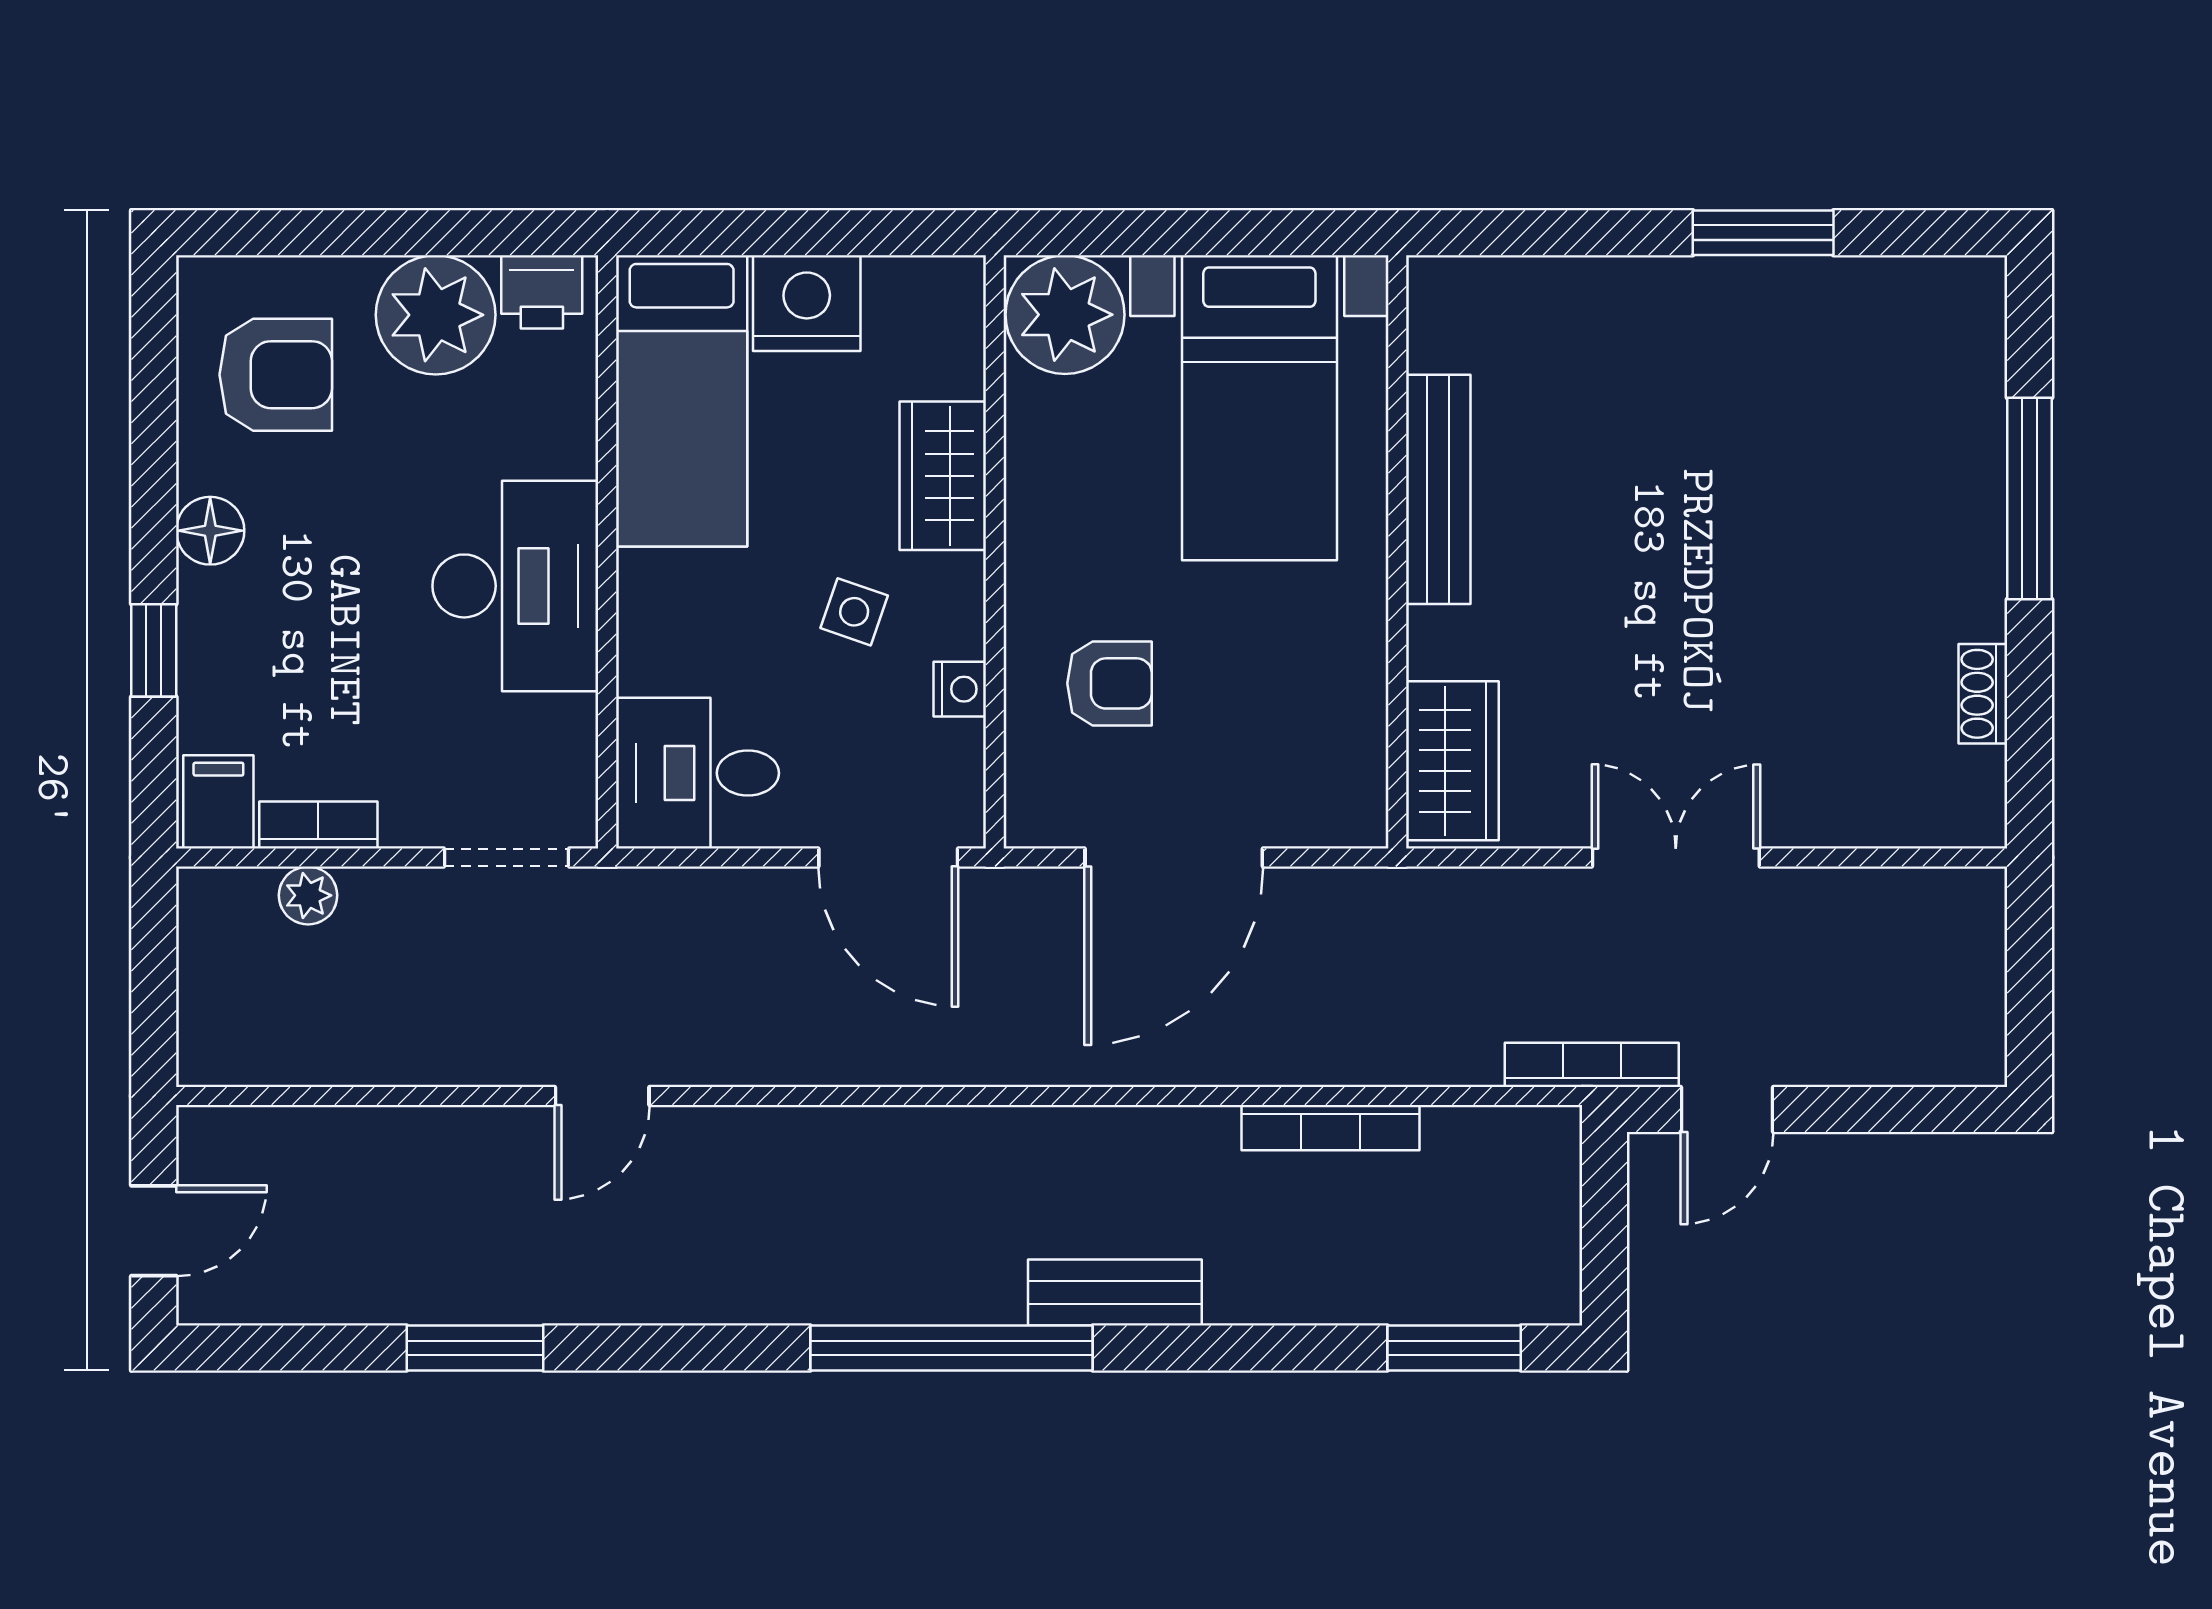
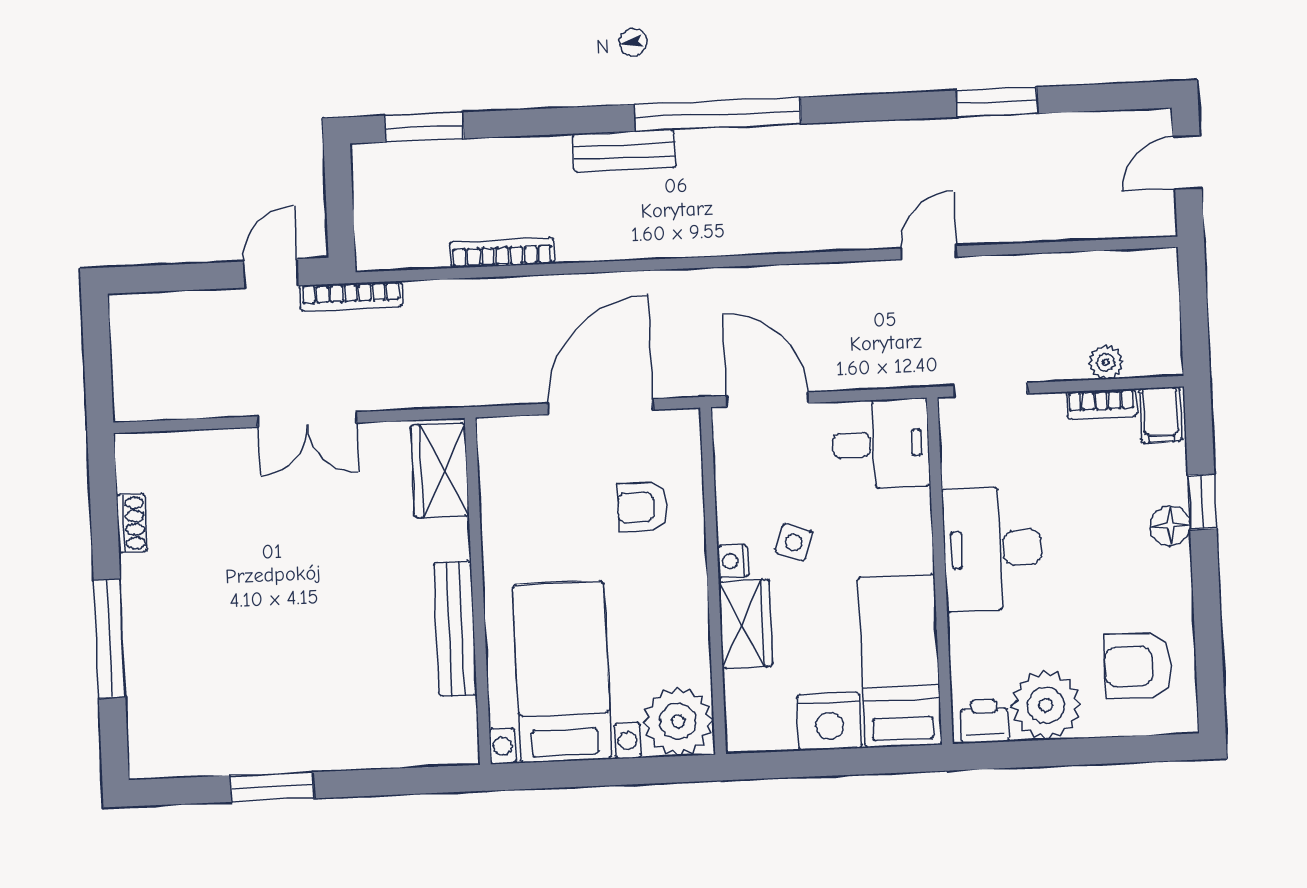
floor lamp: (210, 531) -> (1170, 526), moved
nightstand: (960, 689) -> (733, 561), moved

